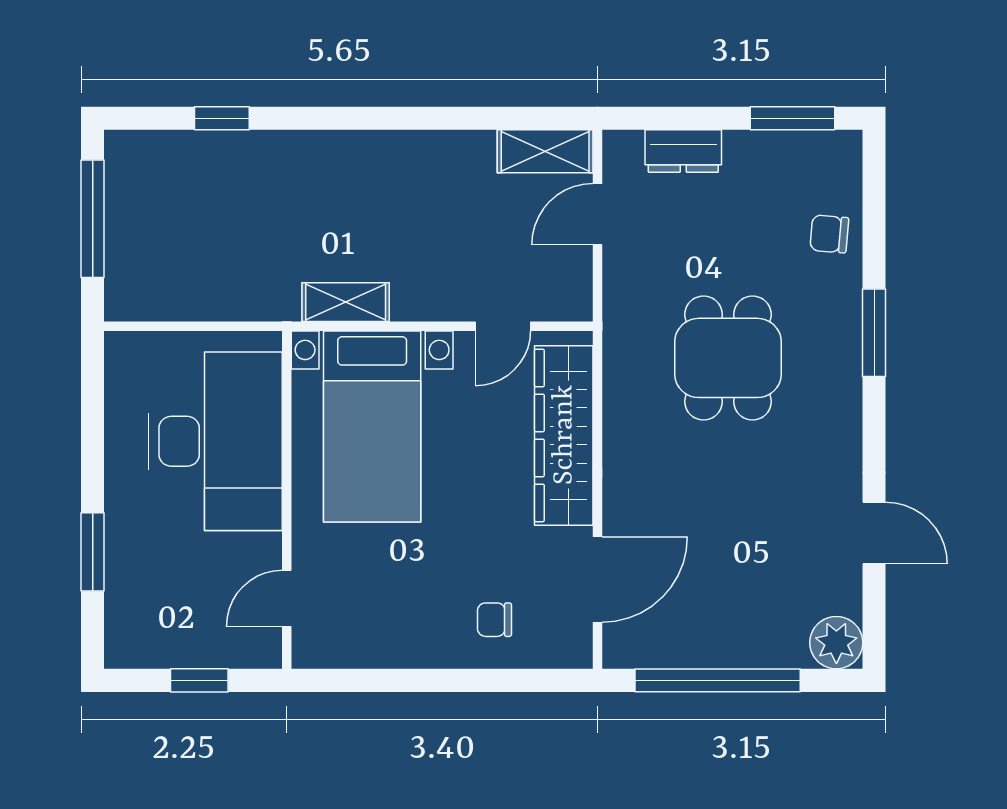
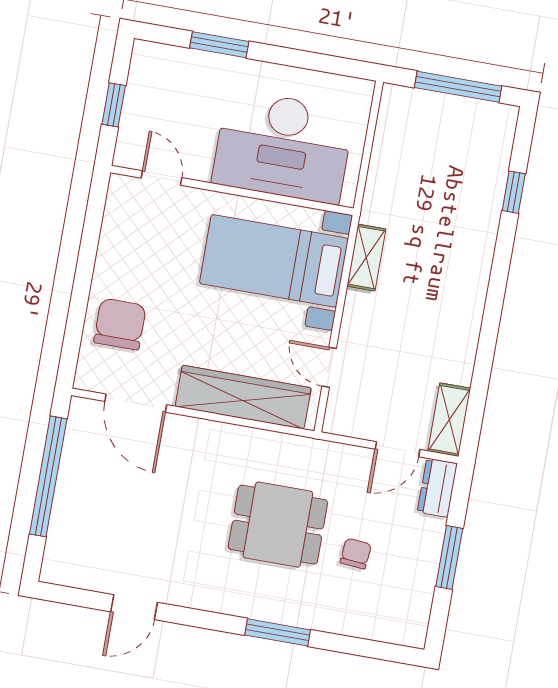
window: (792, 118) -> (449, 558), moved
dresser: (683, 151) -> (437, 488), moved
door: (598, 214) -> (398, 449), swing flipped
chair: (829, 234) -> (356, 553), moved
chair: (494, 620) -> (120, 324), width x1.87, depth x1.87
plant: (836, 643) -> (60, 566), removed

